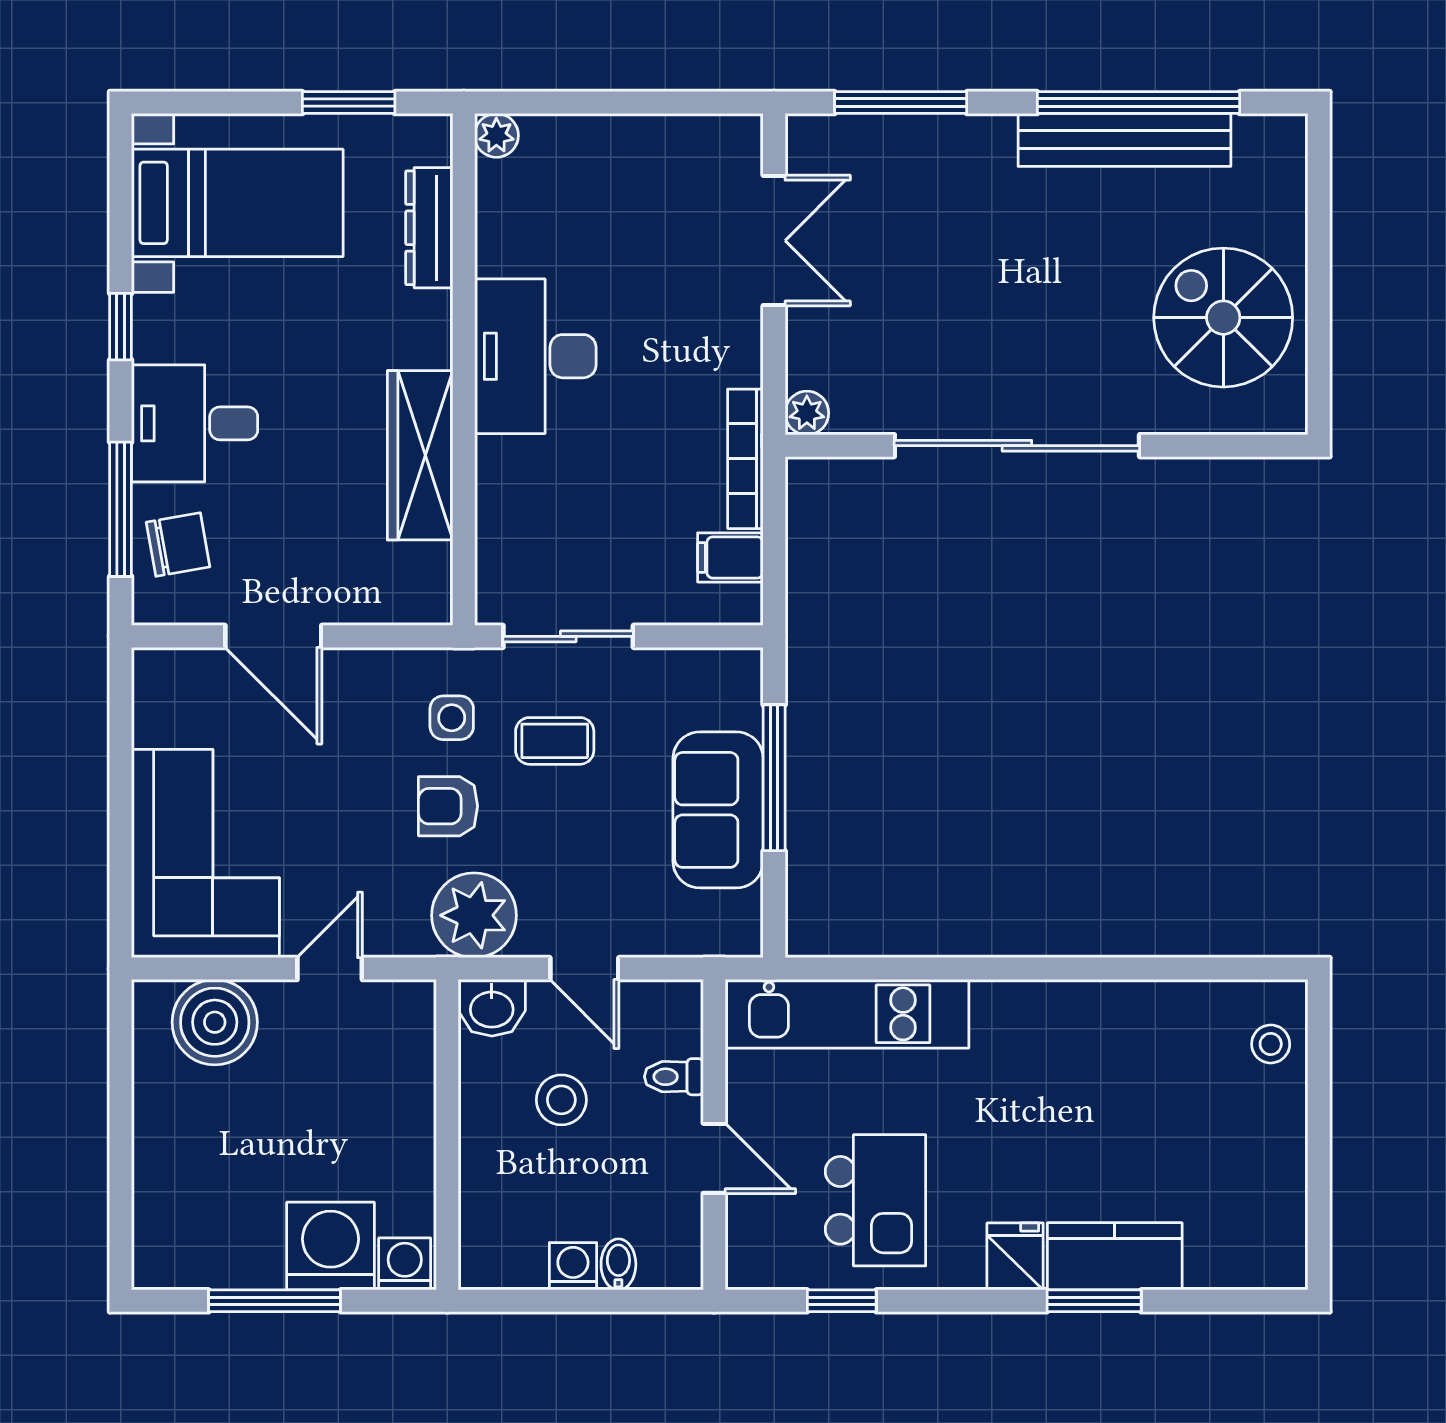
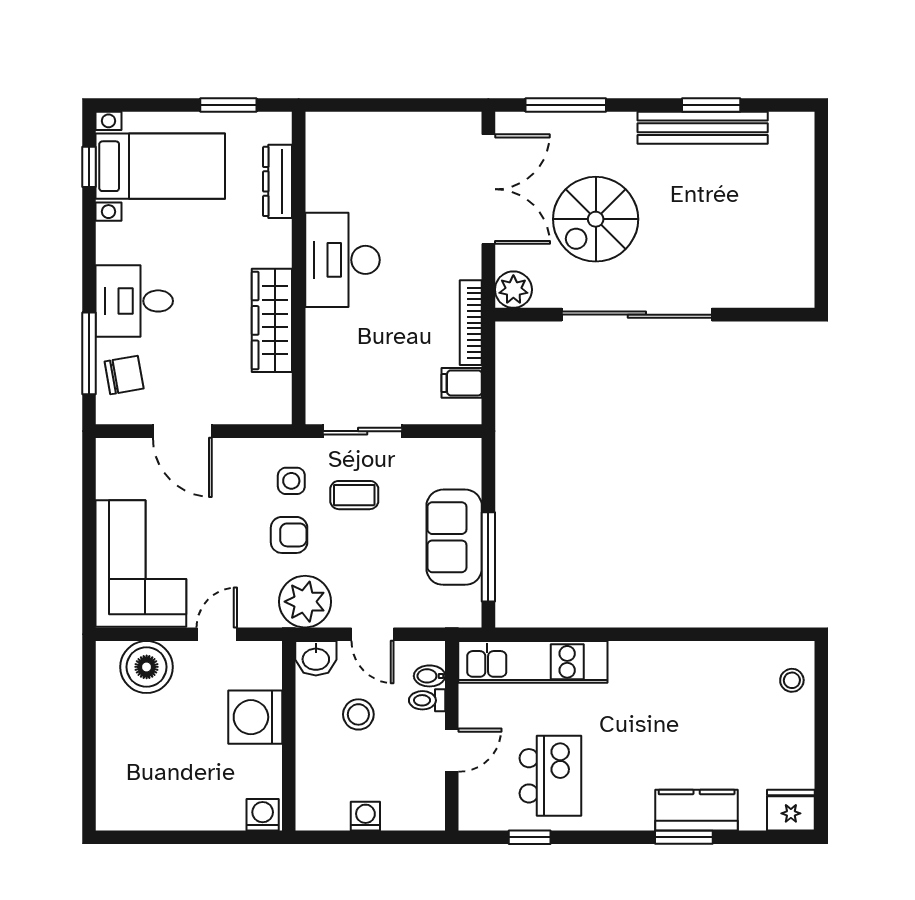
window: (1138, 103) -> (711, 105), width x0.47
plant: (496, 135) -> (319, 125), removed
double door: (774, 241) -> (488, 189), width x1.37
spiral stairs: (1223, 318) -> (596, 219), moved, turned -90
window: (121, 327) -> (89, 167), moved
plant: (807, 413) -> (513, 290), width x1.38, depth x1.38
window: (774, 778) -> (488, 557), moved
armchair: (448, 806) -> (289, 535), turned 180
door: (714, 1158) -> (452, 750), hinge flipped
washing machine: (330, 1246) -> (255, 717), moved, turned -90
fridge: (1015, 1256) -> (791, 810), moved, width x1.38
bidet: (618, 1264) -> (429, 676), moved, turned -90
window: (275, 1301) -> (183, 837), removed

